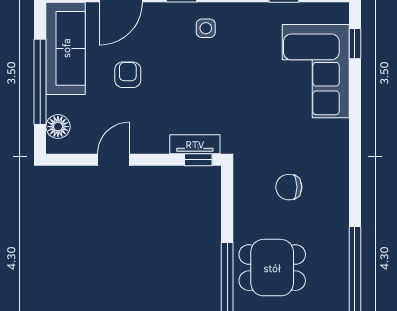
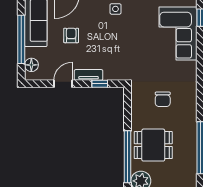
tv unit: (195, 144) -> (89, 75), moved
window: (198, 160) -> (100, 84), moved
chair: (289, 187) -> (163, 99), turned -90

